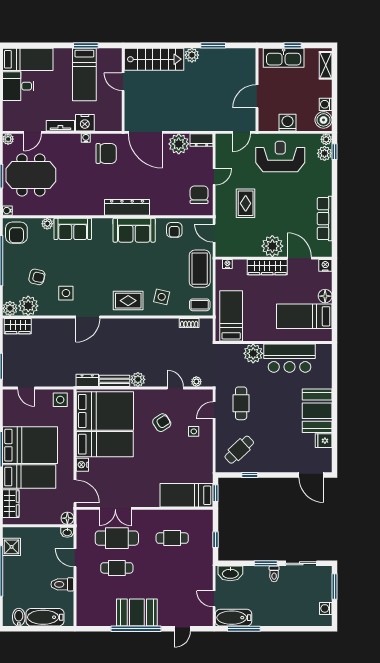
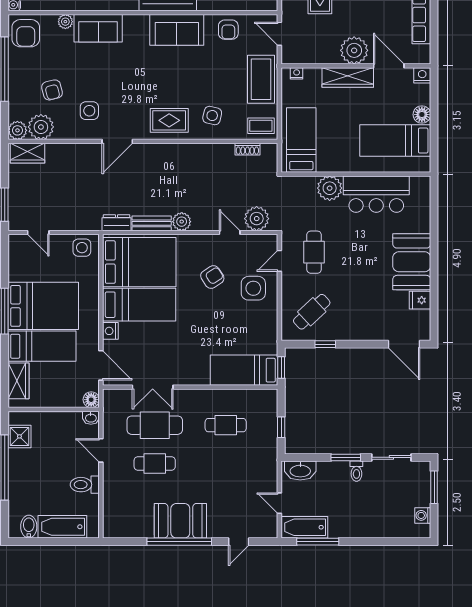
armchair: (37, 277) -> (52, 90), turned 63
plant: (196, 382) -> (257, 219), width x1.88, depth x1.88
side table: (194, 431) -> (253, 288), width x1.87, depth x1.87

